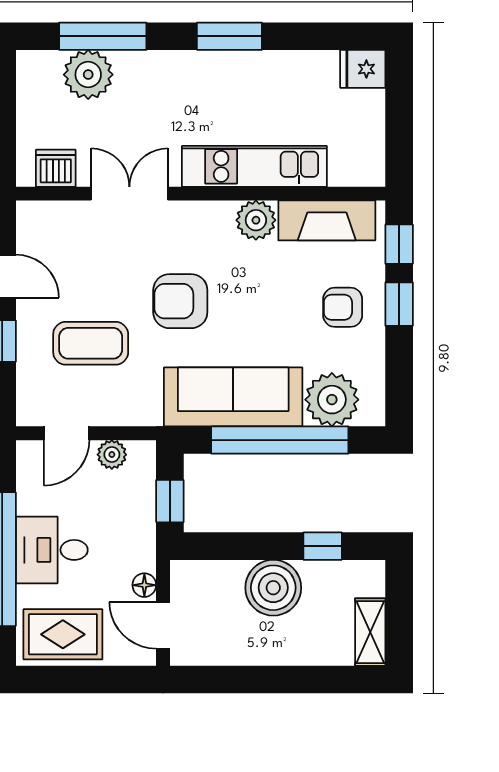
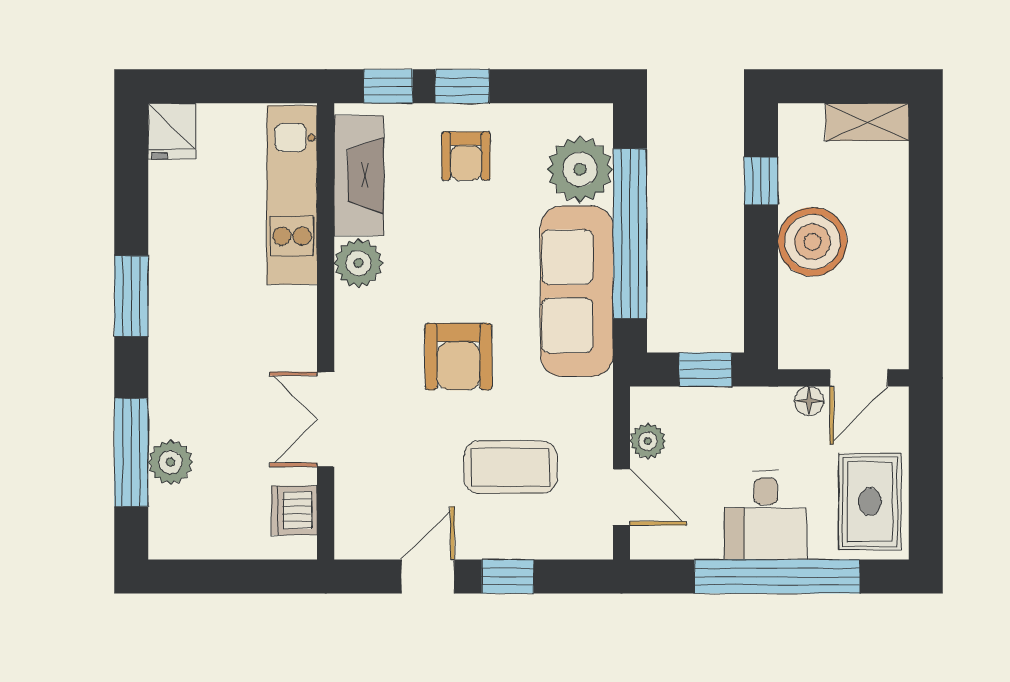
plant: (88, 75) -> (170, 462), width x0.73, depth x0.73
kitchen unit: (254, 166) -> (292, 195), moved
coffee table: (91, 343) -> (511, 467), turned 90

